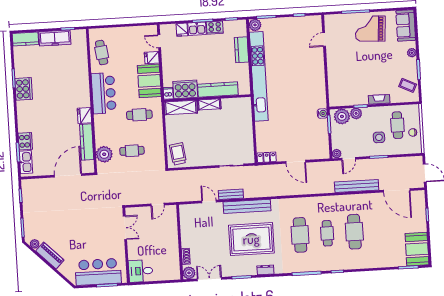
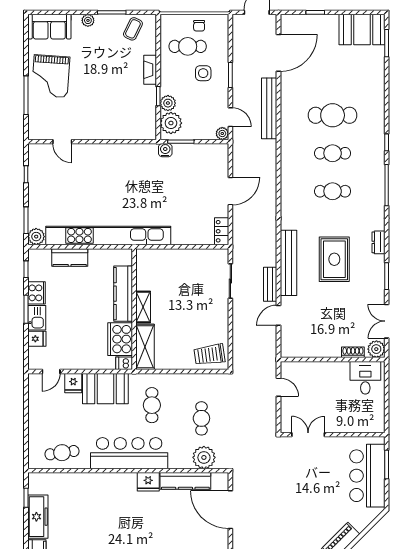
bar counter: (104, 93) -> (129, 453), width x1.36
cafe table: (300, 235) -> (333, 191), width x0.73, depth x0.74
rug: (251, 239) -> (334, 259), width x0.73, depth x0.69
desk: (141, 271) -> (365, 378), moved, turned 180

